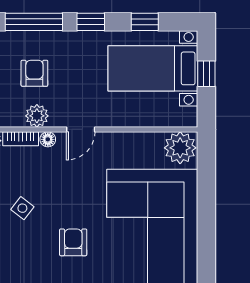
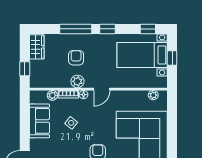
window: (145, 22) -> (148, 29), moved
plant: (180, 148) -> (153, 95), width x0.53, depth x0.53
side table: (22, 208) -> (71, 123), moved

